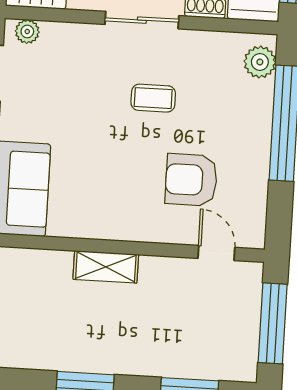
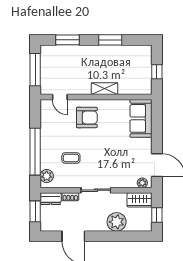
coffee table: (153, 98) -> (71, 158), moved
armchair: (191, 180) -> (87, 117), moved

